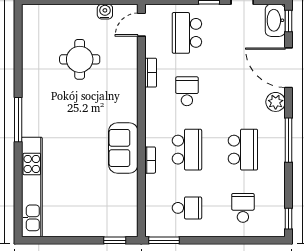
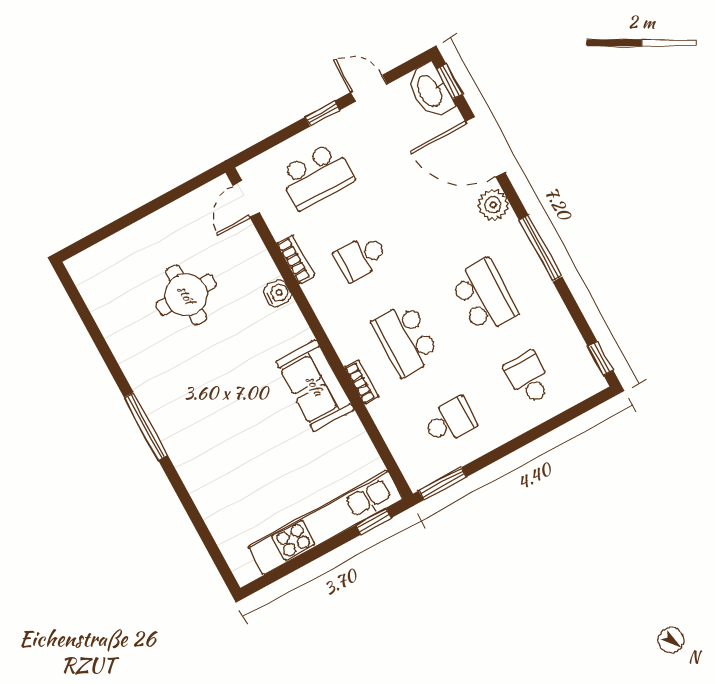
water cooler: (105, 12) -> (278, 293), moved, turned 90
school desk: (187, 33) -> (316, 176), turned -90
school desk: (187, 91) -> (361, 258), turned -90
school desk: (187, 150) -> (405, 339), turned 180
kitchen unit: (32, 187) -> (326, 523), moved, turned -90

